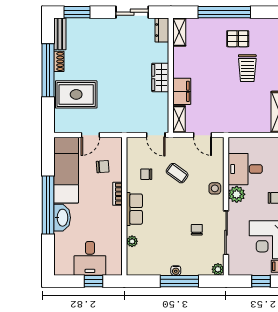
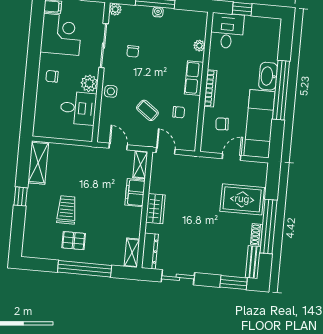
dresser: (162, 30) -> (150, 251), width x1.44
bookcase: (117, 194) -> (210, 88), width x1.56
desk: (90, 258) -> (227, 31), moved

